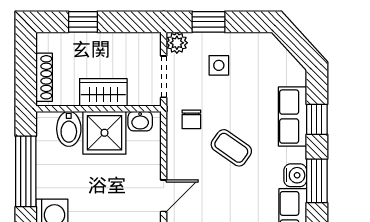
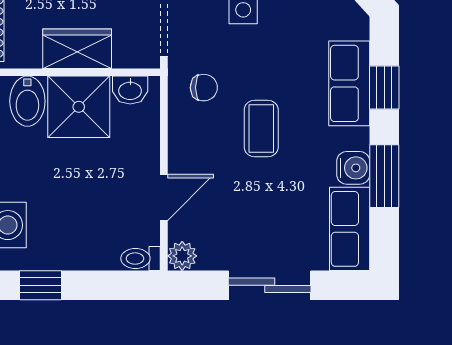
chair: (191, 119) -> (204, 88), turned -90
coffee table: (231, 148) -> (261, 128), turned 55

